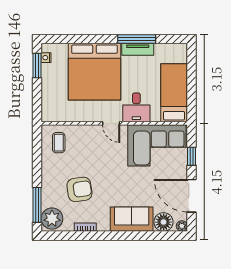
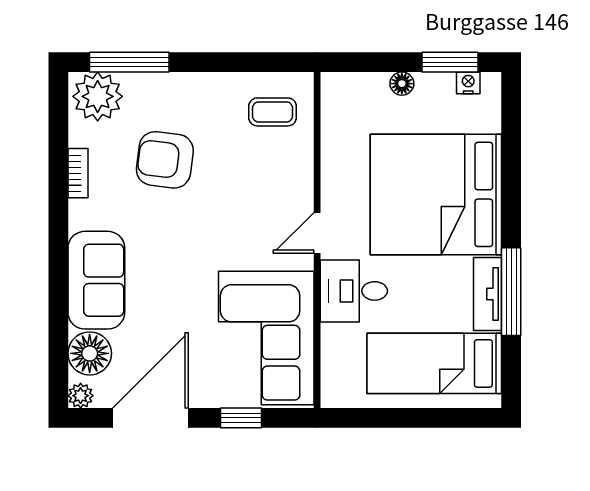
floor lamp: (46, 86) -> (402, 84), added
bed: (174, 93) -> (434, 363), moved, turned 180
armchair: (79, 189) -> (165, 160), turned 105

